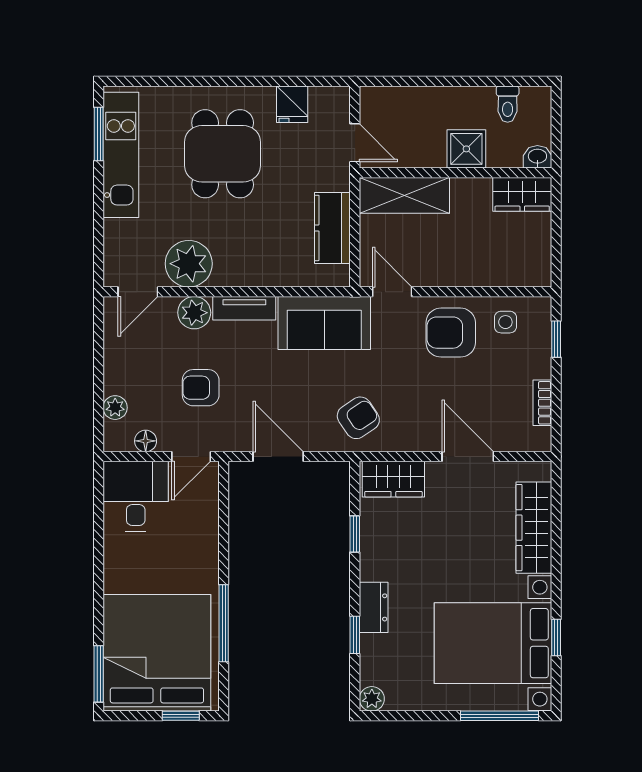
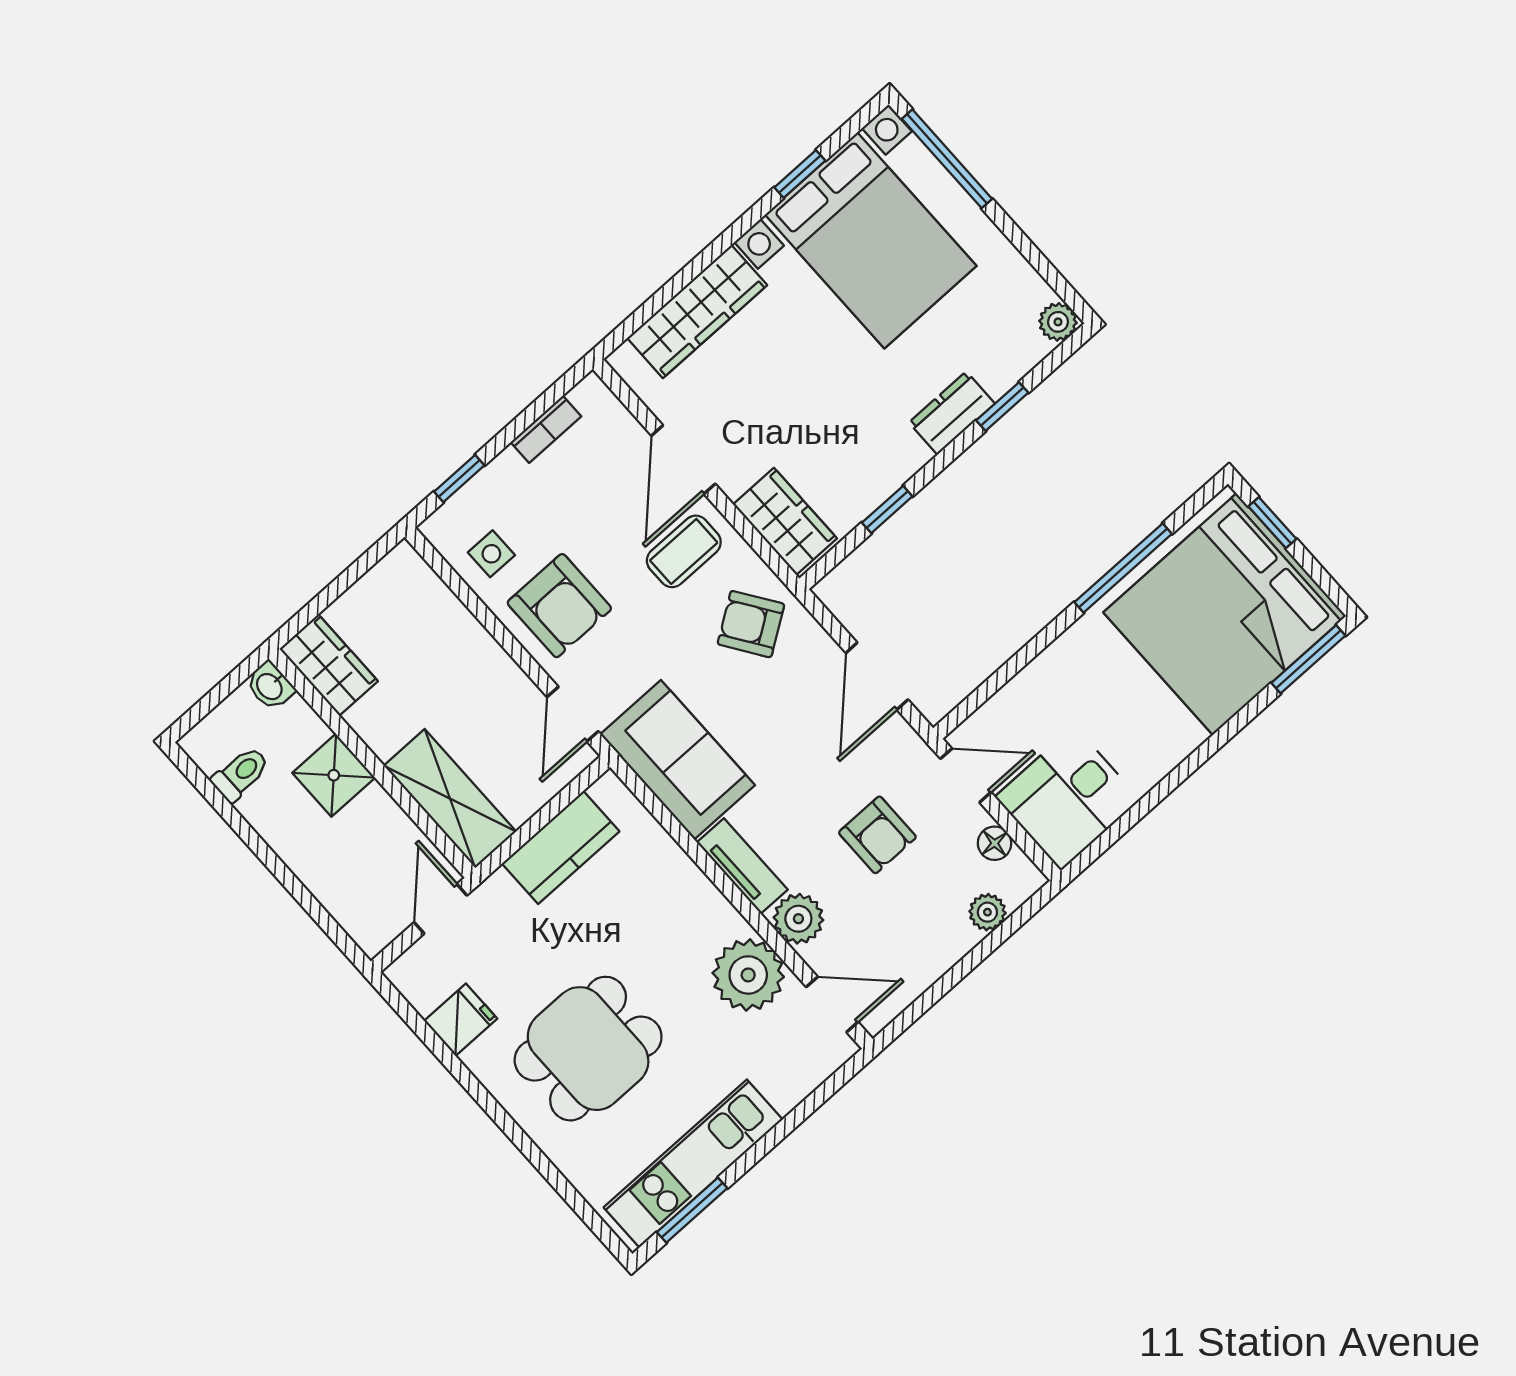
coffee table: (423, 417) -> (684, 551), added

